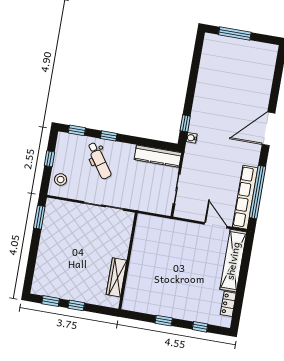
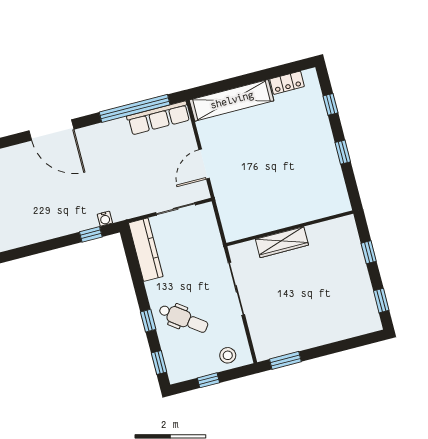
dental chair: (99, 161) -> (183, 319), turned 72
row of seats: (245, 197) -> (159, 118), width x0.73
door: (216, 225) -> (204, 164), moved
wardrobe: (117, 277) -> (282, 242), moved
window: (76, 305) -> (369, 252), moved

